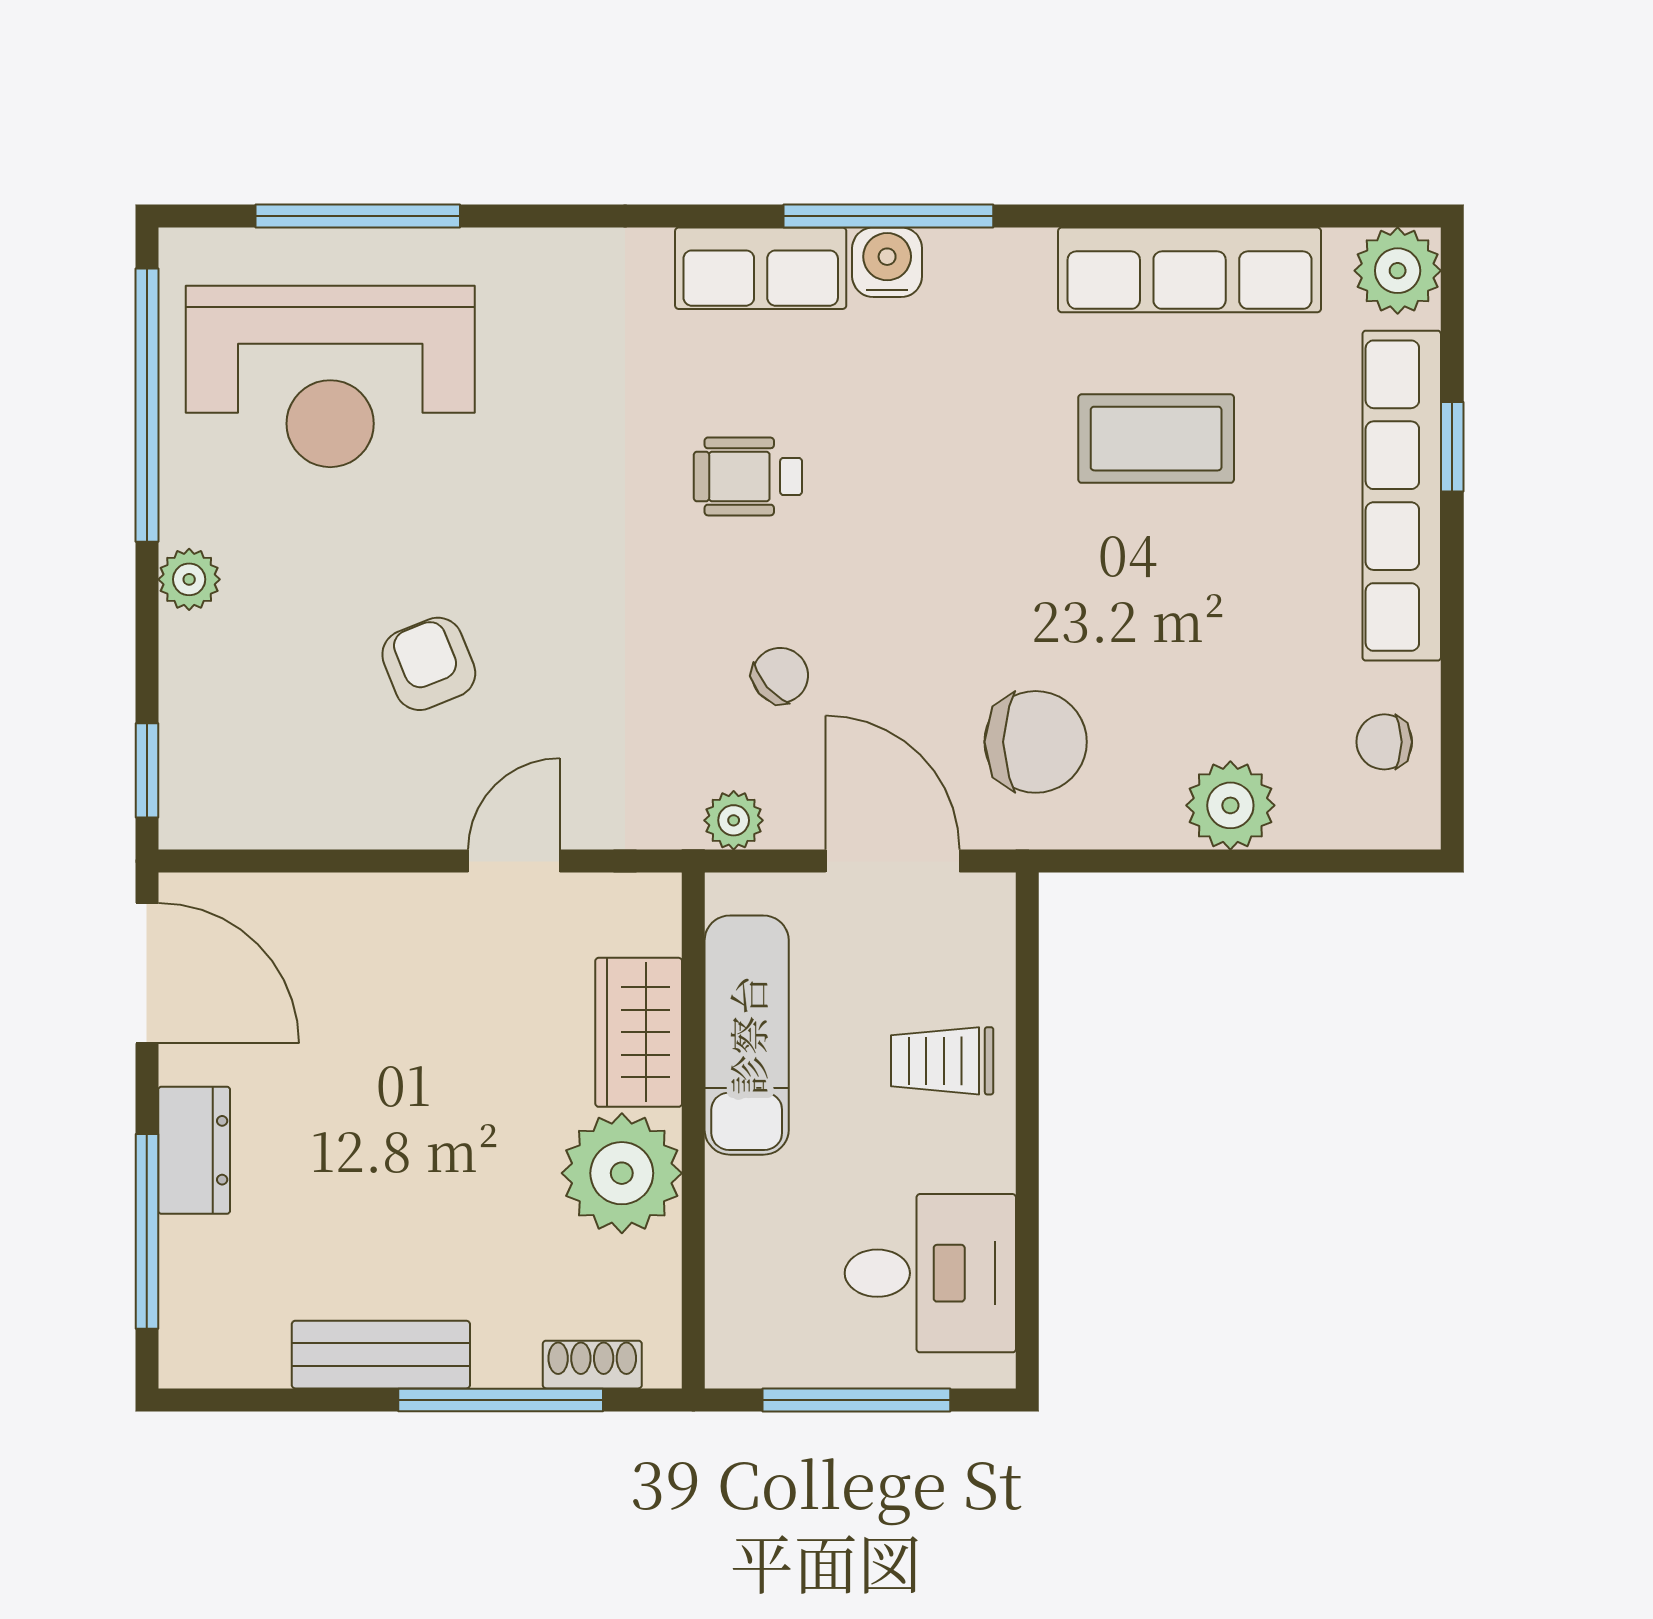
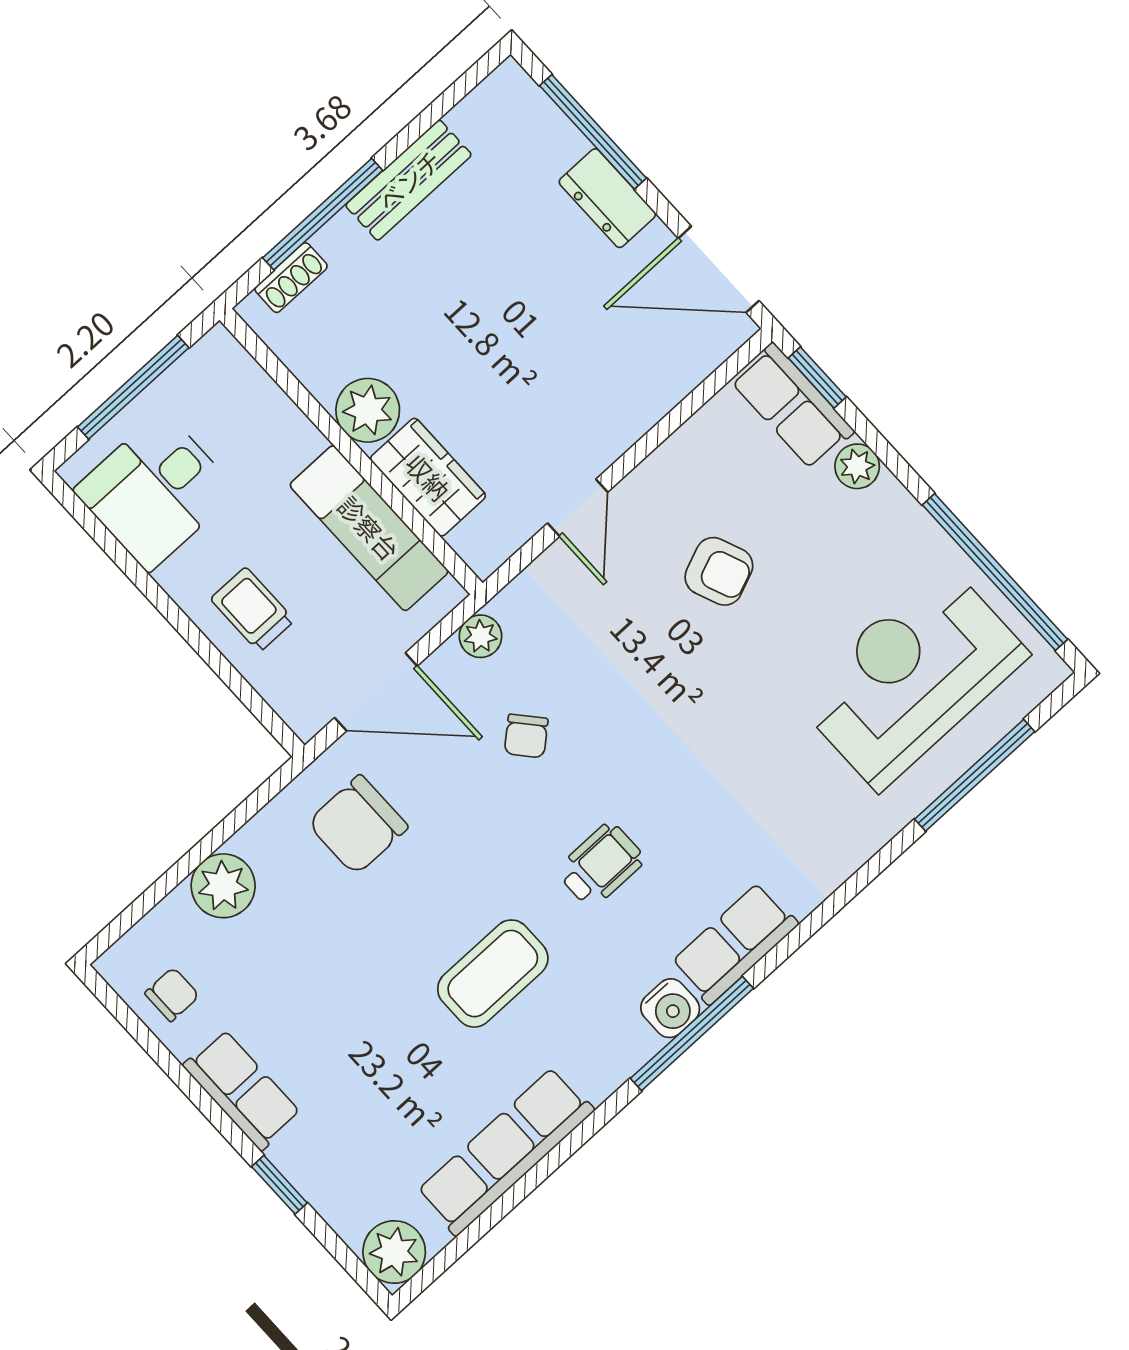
coffee table: (1156, 439) -> (493, 974), moved
wheelchair: (748, 476) -> (601, 865), moved
row of seats: (1402, 496) -> (242, 1090), width x0.50
plant: (189, 579) -> (857, 466), moved
row of seats: (199, 764) -> (792, 406), added
trolley: (942, 1061) -> (252, 610), turned -90
plant: (622, 1173) -> (368, 410), width x0.73, depth x0.73

